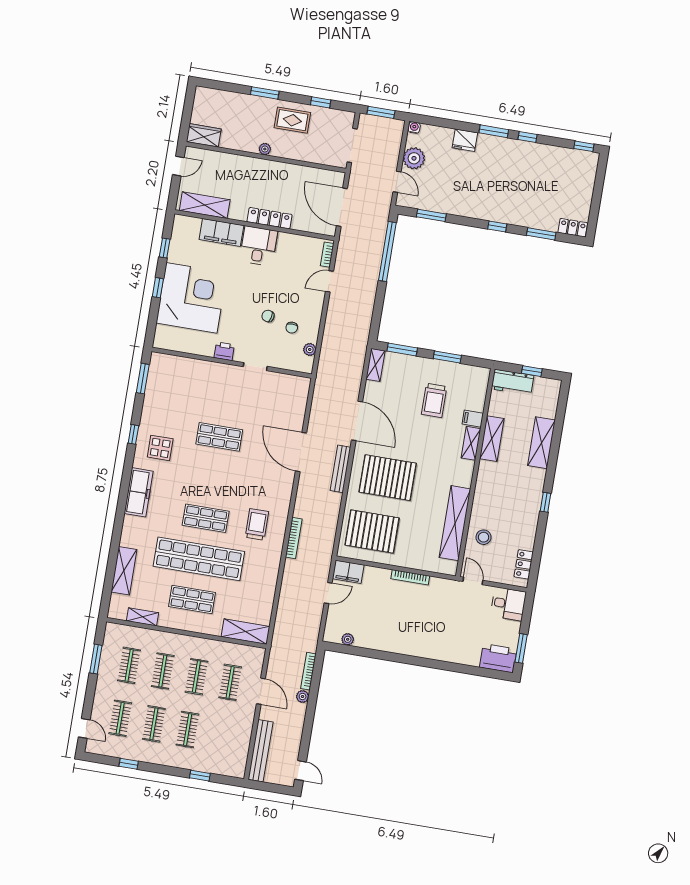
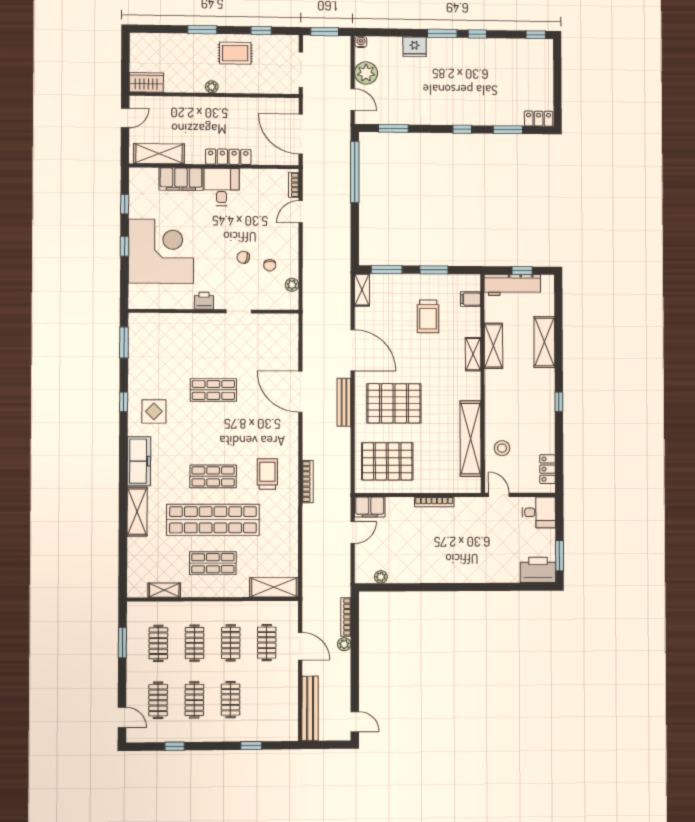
workbench: (513, 382) -> (512, 285), width x1.38
filing cabinet: (473, 419) -> (470, 299), moved
shelving: (124, 571) -> (137, 512), moved

